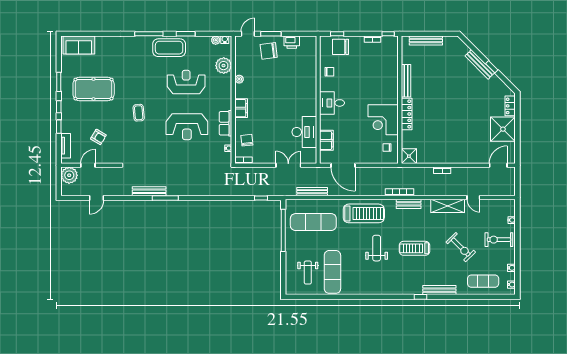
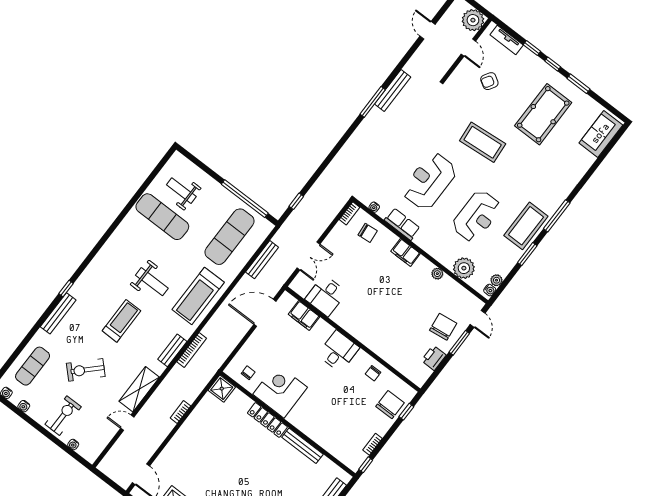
coffee table: (139, 113) -> (483, 142), width x1.86, depth x1.72
desk: (304, 132) -> (326, 296), width x0.73

